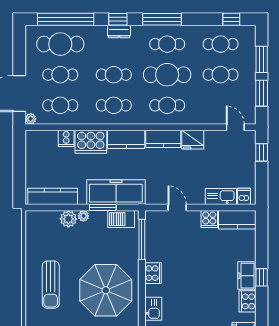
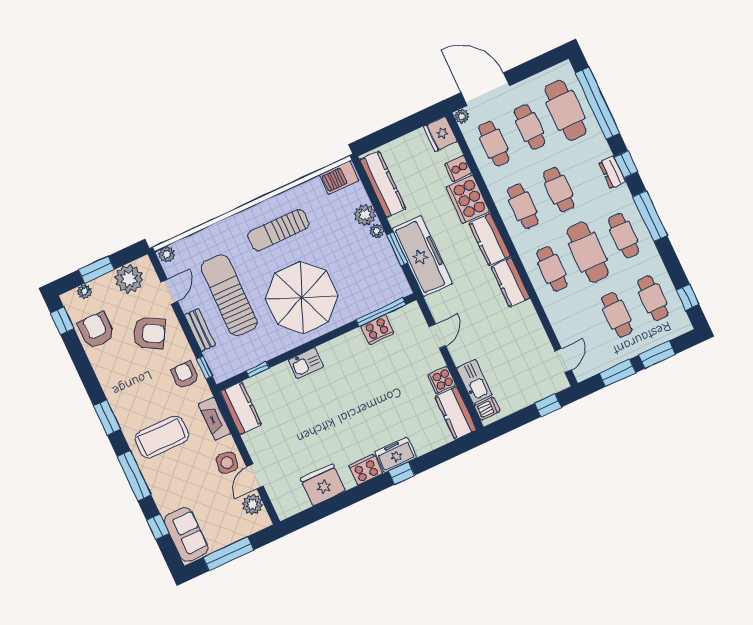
fridge: (193, 140) -> (440, 134), moved
barbecue: (121, 219) -> (339, 178), moved, turned -90
cooker: (153, 273) -> (377, 330), moved

